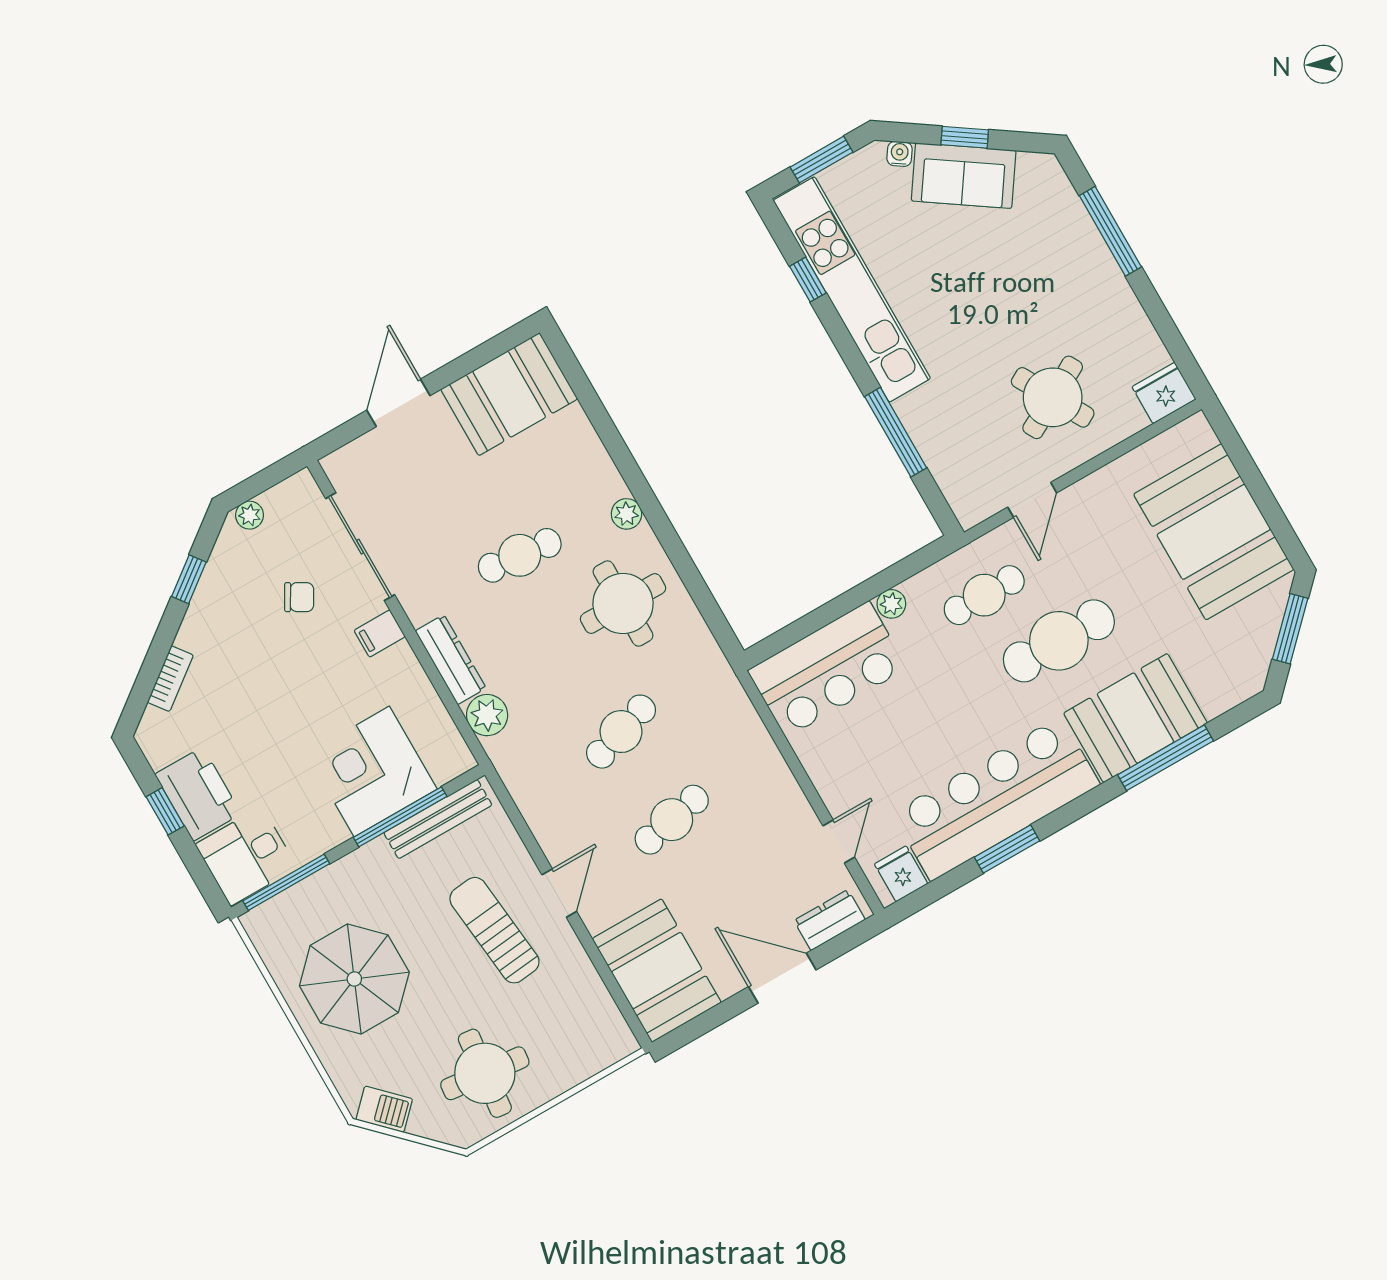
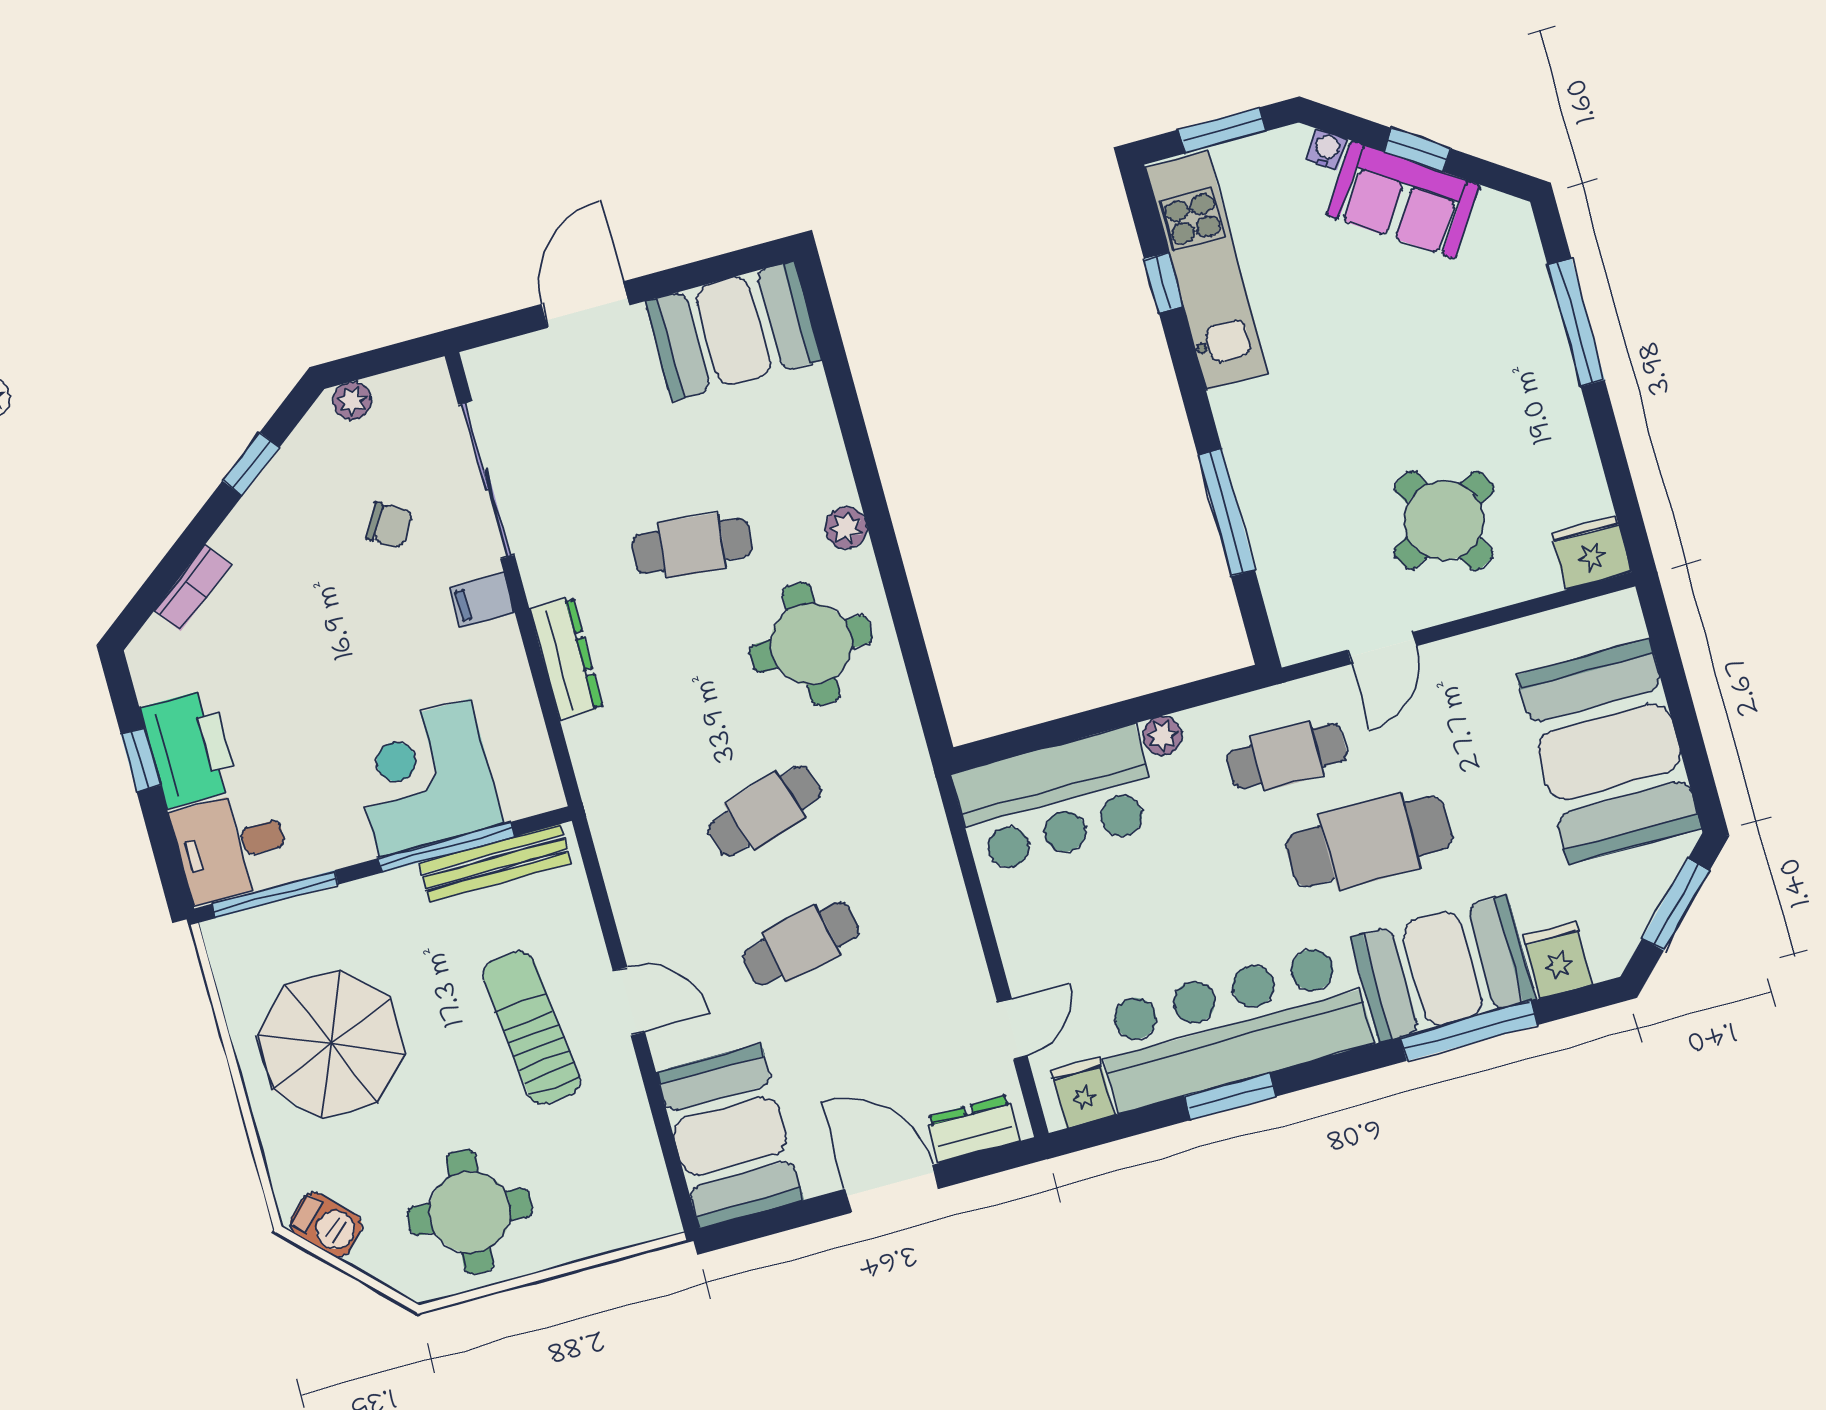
kitchen unit: (852, 289) -> (1207, 270), width x0.73
fridge: (1216, 690) -> (1558, 960), added
plant: (487, 715) -> (595, 744), removed
door: (559, 893) -> (629, 1001), hinge flipped

